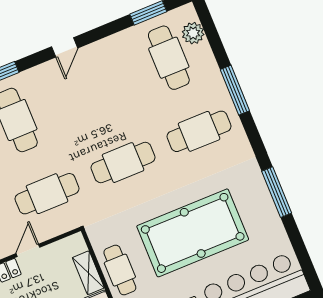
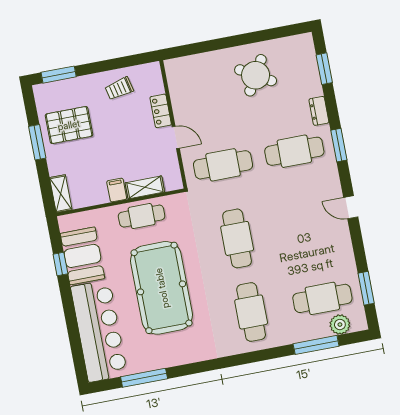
window: (235, 90) -> (316, 345), moved
window: (277, 192) -> (144, 378), moved
cafe table: (47, 194) -> (223, 165), turned 90

